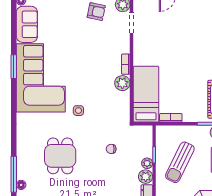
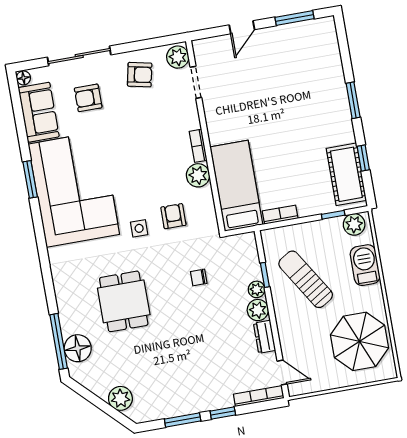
armchair: (60, 21) -> (88, 98), added
armchair: (102, 107) -> (173, 216), added
sun lounger: (180, 162) -> (306, 279), turned 122
floor lamp: (21, 185) -> (78, 348), width x1.89, depth x1.89

